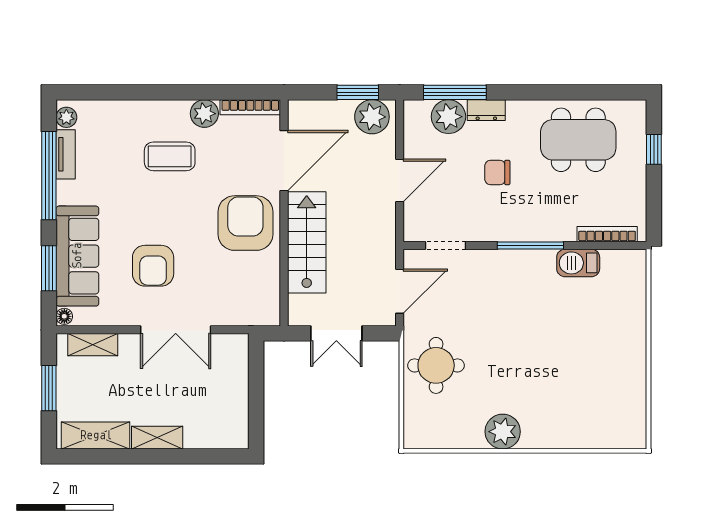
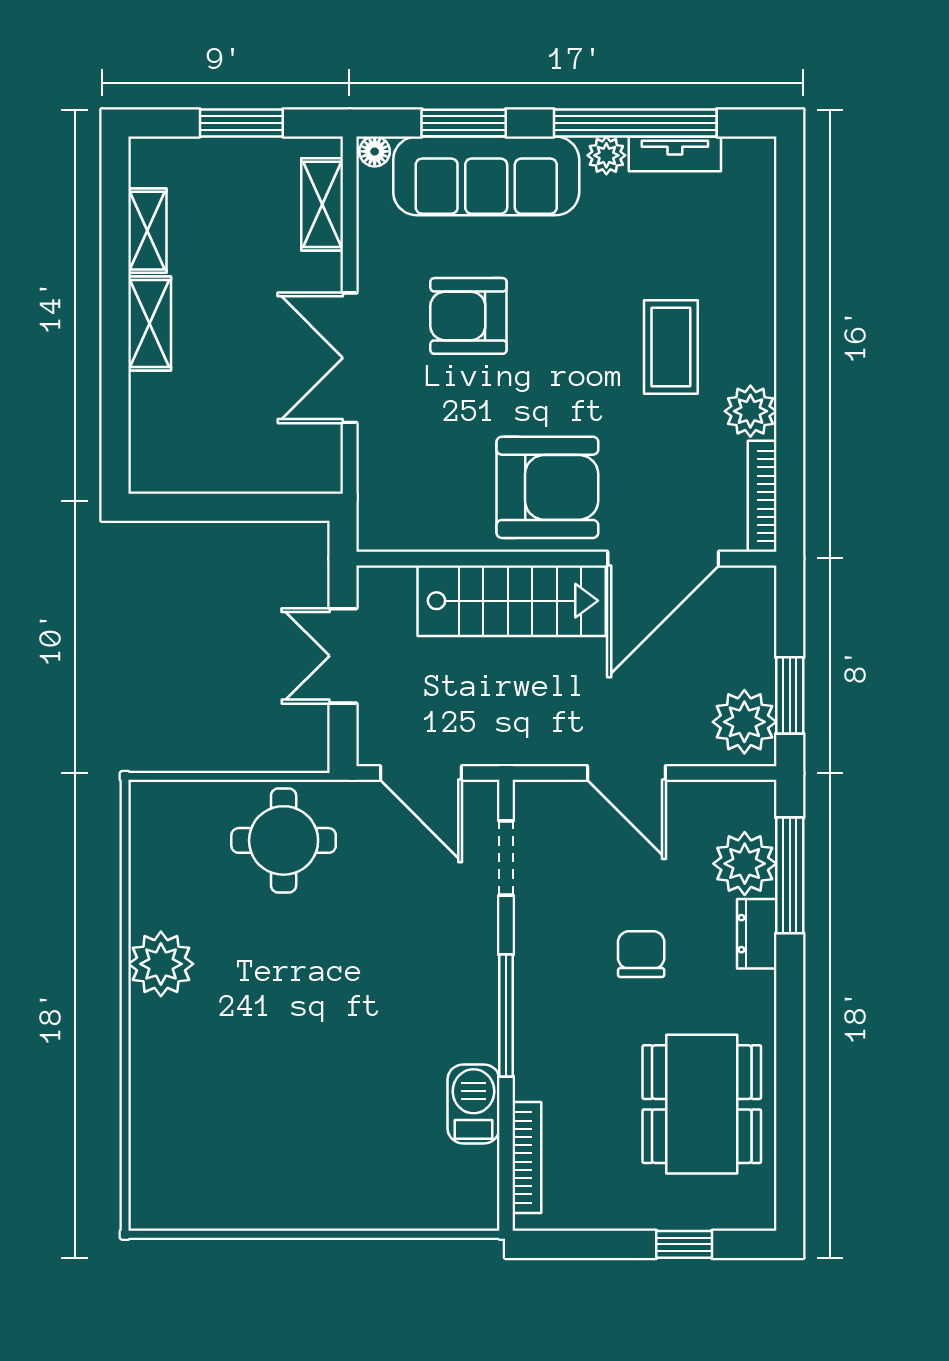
plant: (66, 117) -> (606, 155), moved
door: (284, 161) -> (663, 559), hinge flipped
shelving: (96, 435) -> (147, 231), width x0.67, depth x0.75

